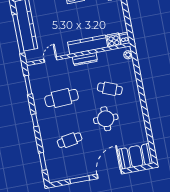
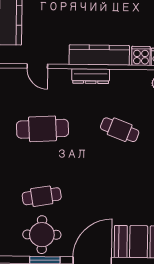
door: (50, 60) -> (37, 66), swing flipped
round table: (106, 119) -> (42, 235), moved

